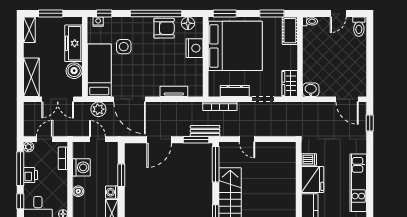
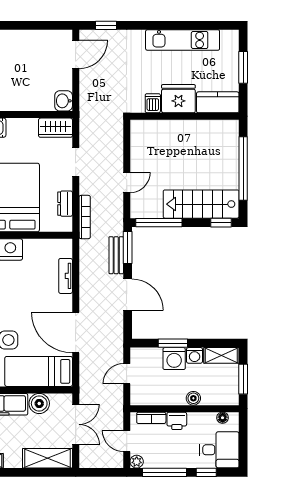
dresser: (235, 91) -> (65, 204), width x0.70
door: (130, 99) -> (76, 333), swing flipped
plant: (98, 109) -> (89, 372), removed
bench: (205, 131) -> (116, 255), moved
washing machine: (81, 167) -> (174, 359), moved, turned 180
printer: (30, 175) -> (177, 421), moved, turned 180

